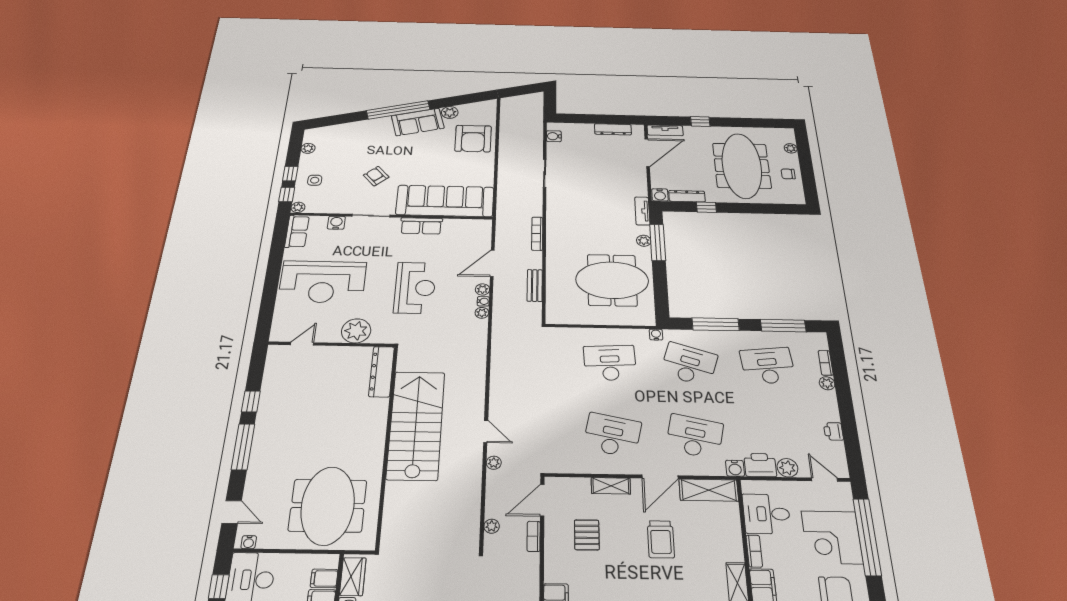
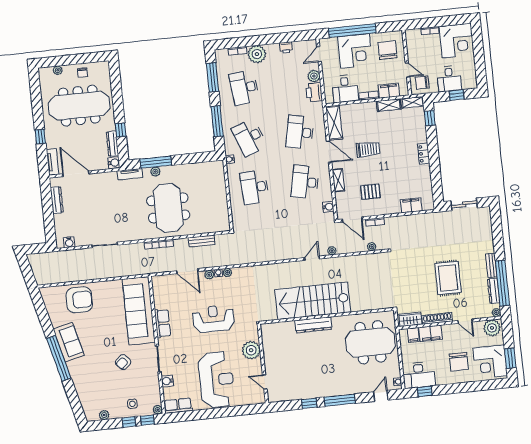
plant: (450, 112) -> (56, 320), removed
meeting table: (612, 280) -> (168, 208), moved
desk: (689, 364) -> (249, 137), turned -39
dresser: (382, 372) -> (313, 325), moved
plant: (827, 383) -> (257, 54), width x1.88, depth x1.88
water cooler: (735, 468) -> (328, 207), moved

